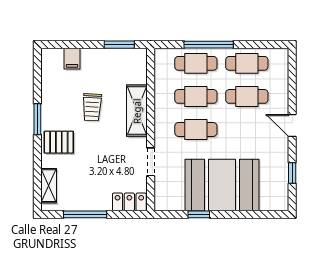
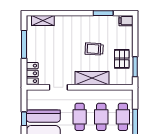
filing cabinet: (72, 59) -> (126, 21), moved
window: (37, 119) -> (103, 13), moved
pallet: (59, 142) -> (122, 59), moved

